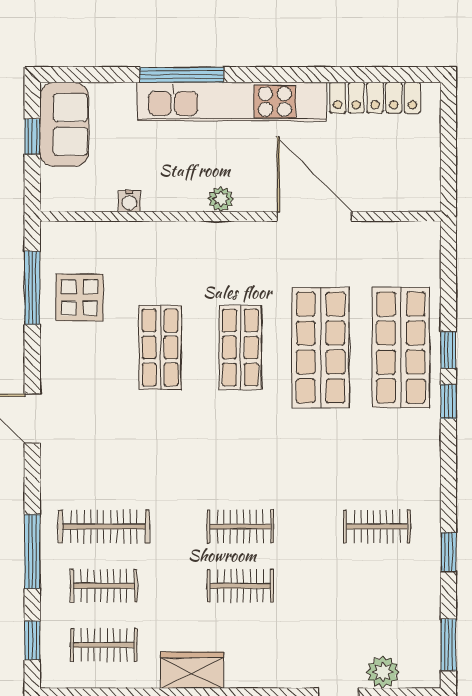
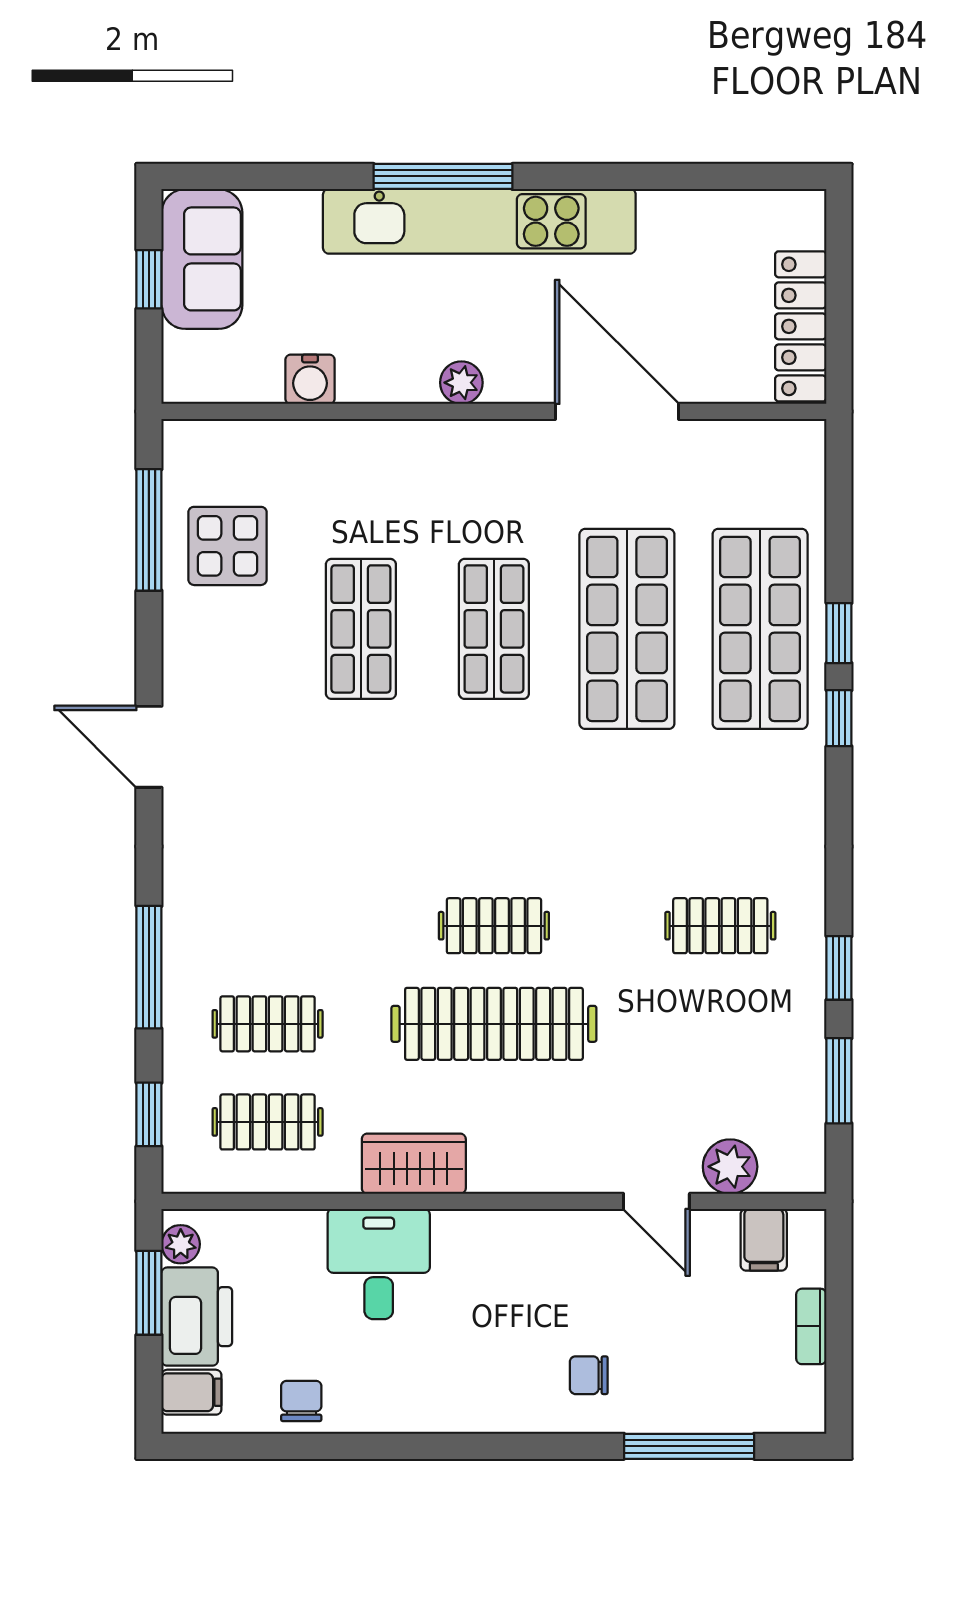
window: (182, 75) -> (443, 176), moved
locker: (375, 98) -> (801, 326), moved, turned 90
water cooler: (129, 201) -> (310, 379), width x1.38, depth x1.38
clothes rail: (104, 527) -> (268, 926), removed
clothes rail: (240, 586) -> (494, 1024), width x1.86, depth x1.31
window: (448, 645) -> (839, 1081), moved

